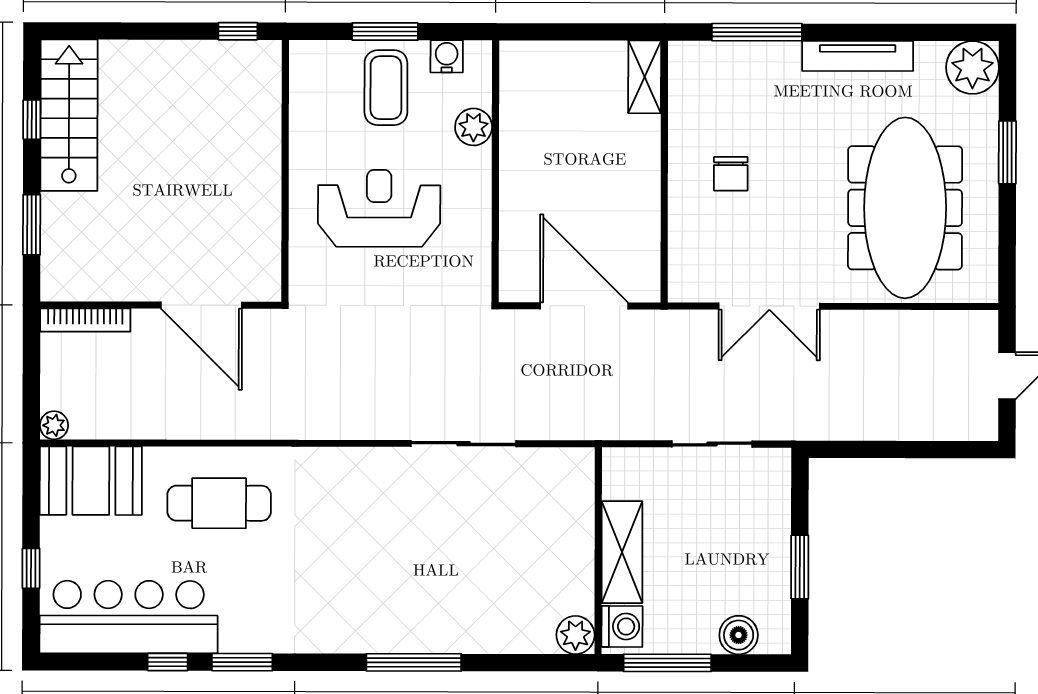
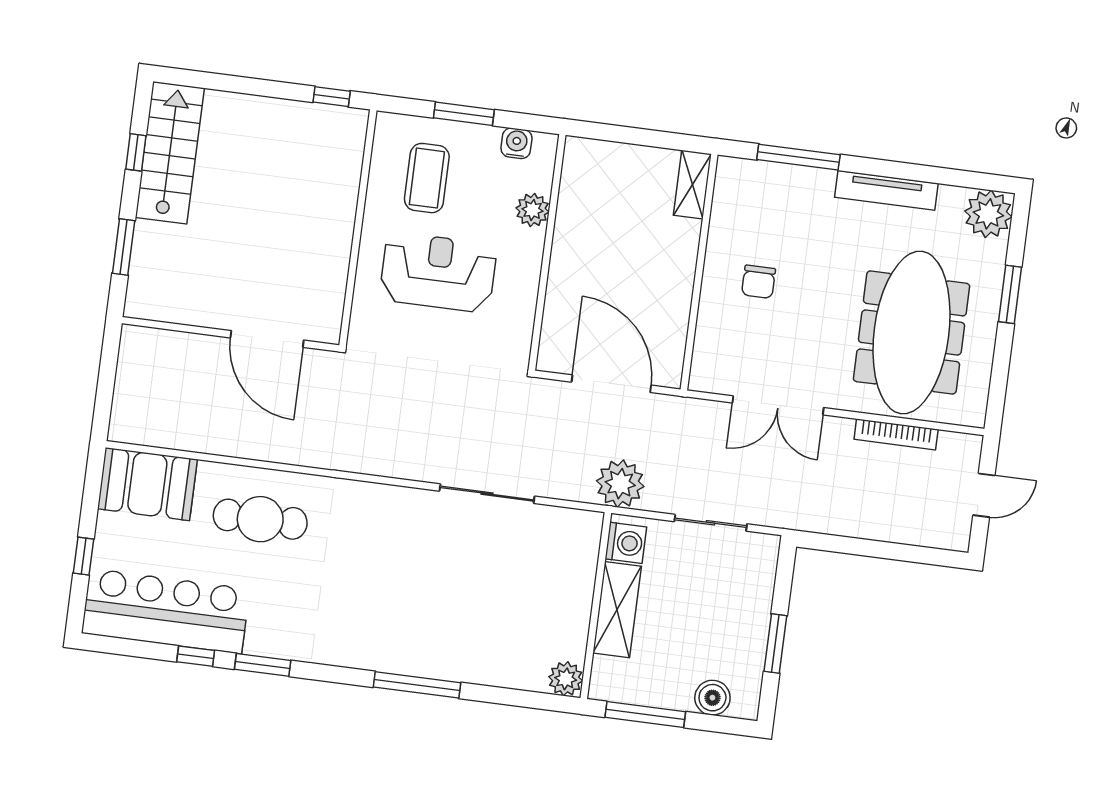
coffee table: (386, 88) -> (427, 178), moved
bookcase: (85, 320) -> (896, 434), moved
plant: (54, 425) -> (620, 484), moved, width x1.88, depth x1.88
washing machine: (622, 626) -> (626, 543), moved

